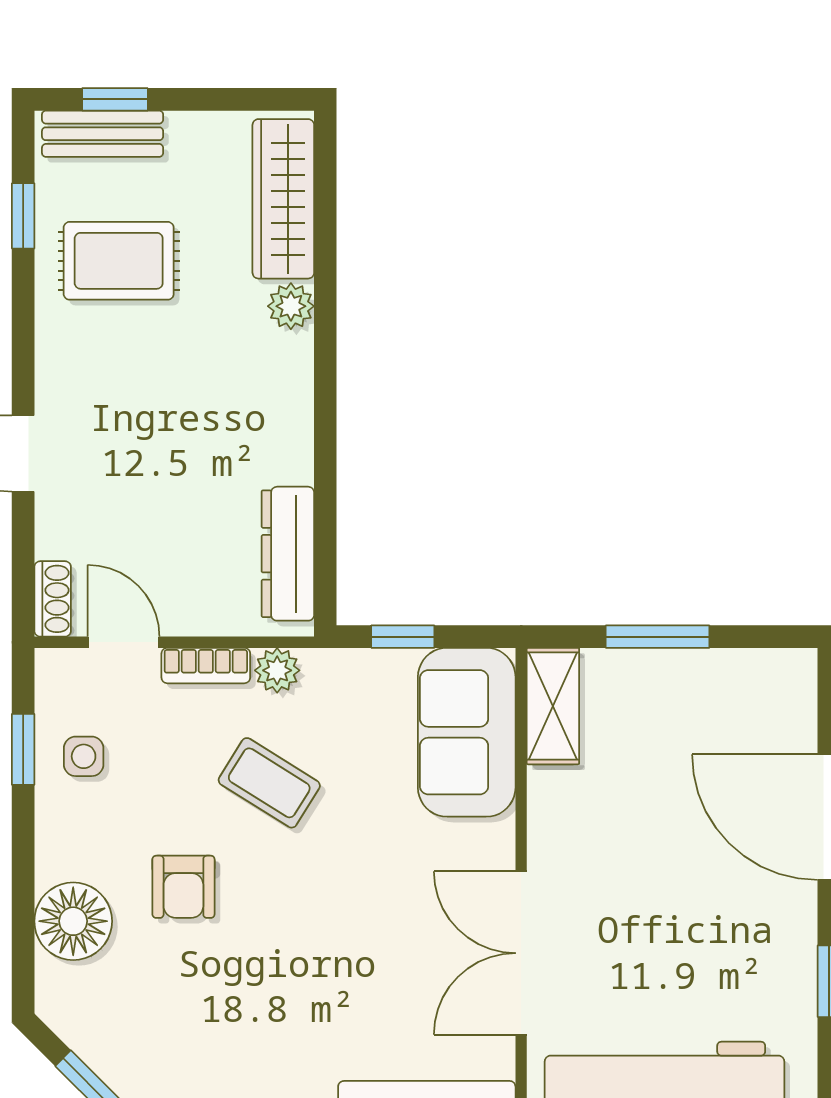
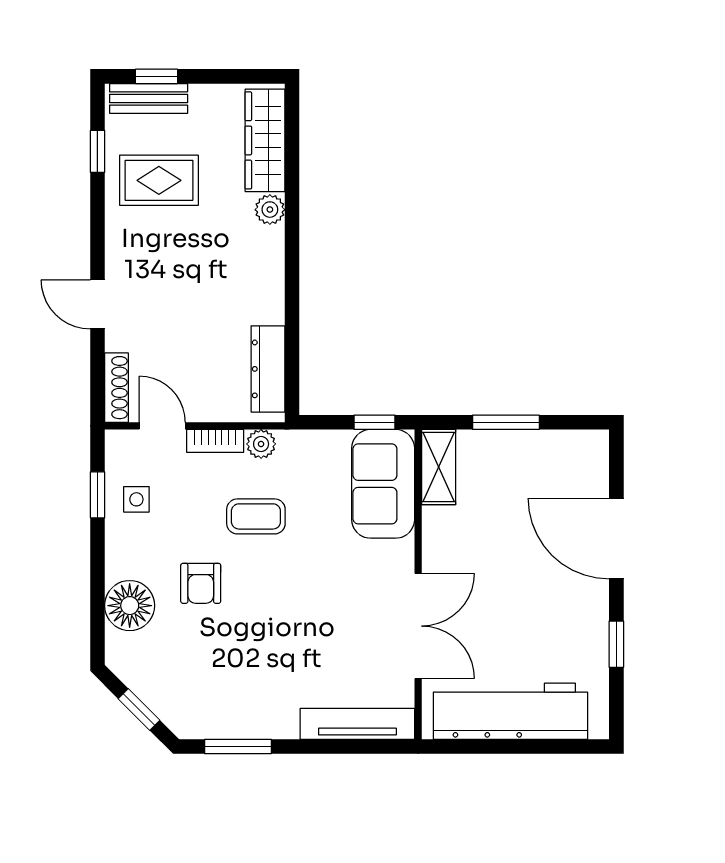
shoe rack: (53, 599) -> (116, 388), width x1.43
window: (403, 637) -> (374, 422), moved
coffee table: (269, 783) -> (256, 516), turned -32
double door: (521, 953) -> (418, 626), swing flipped

